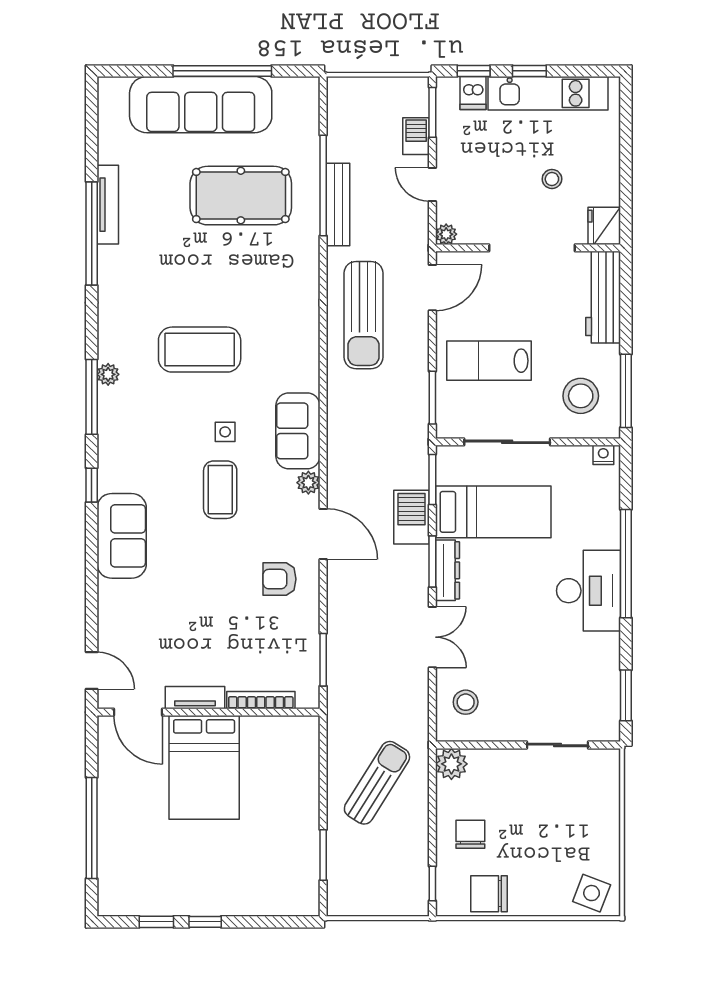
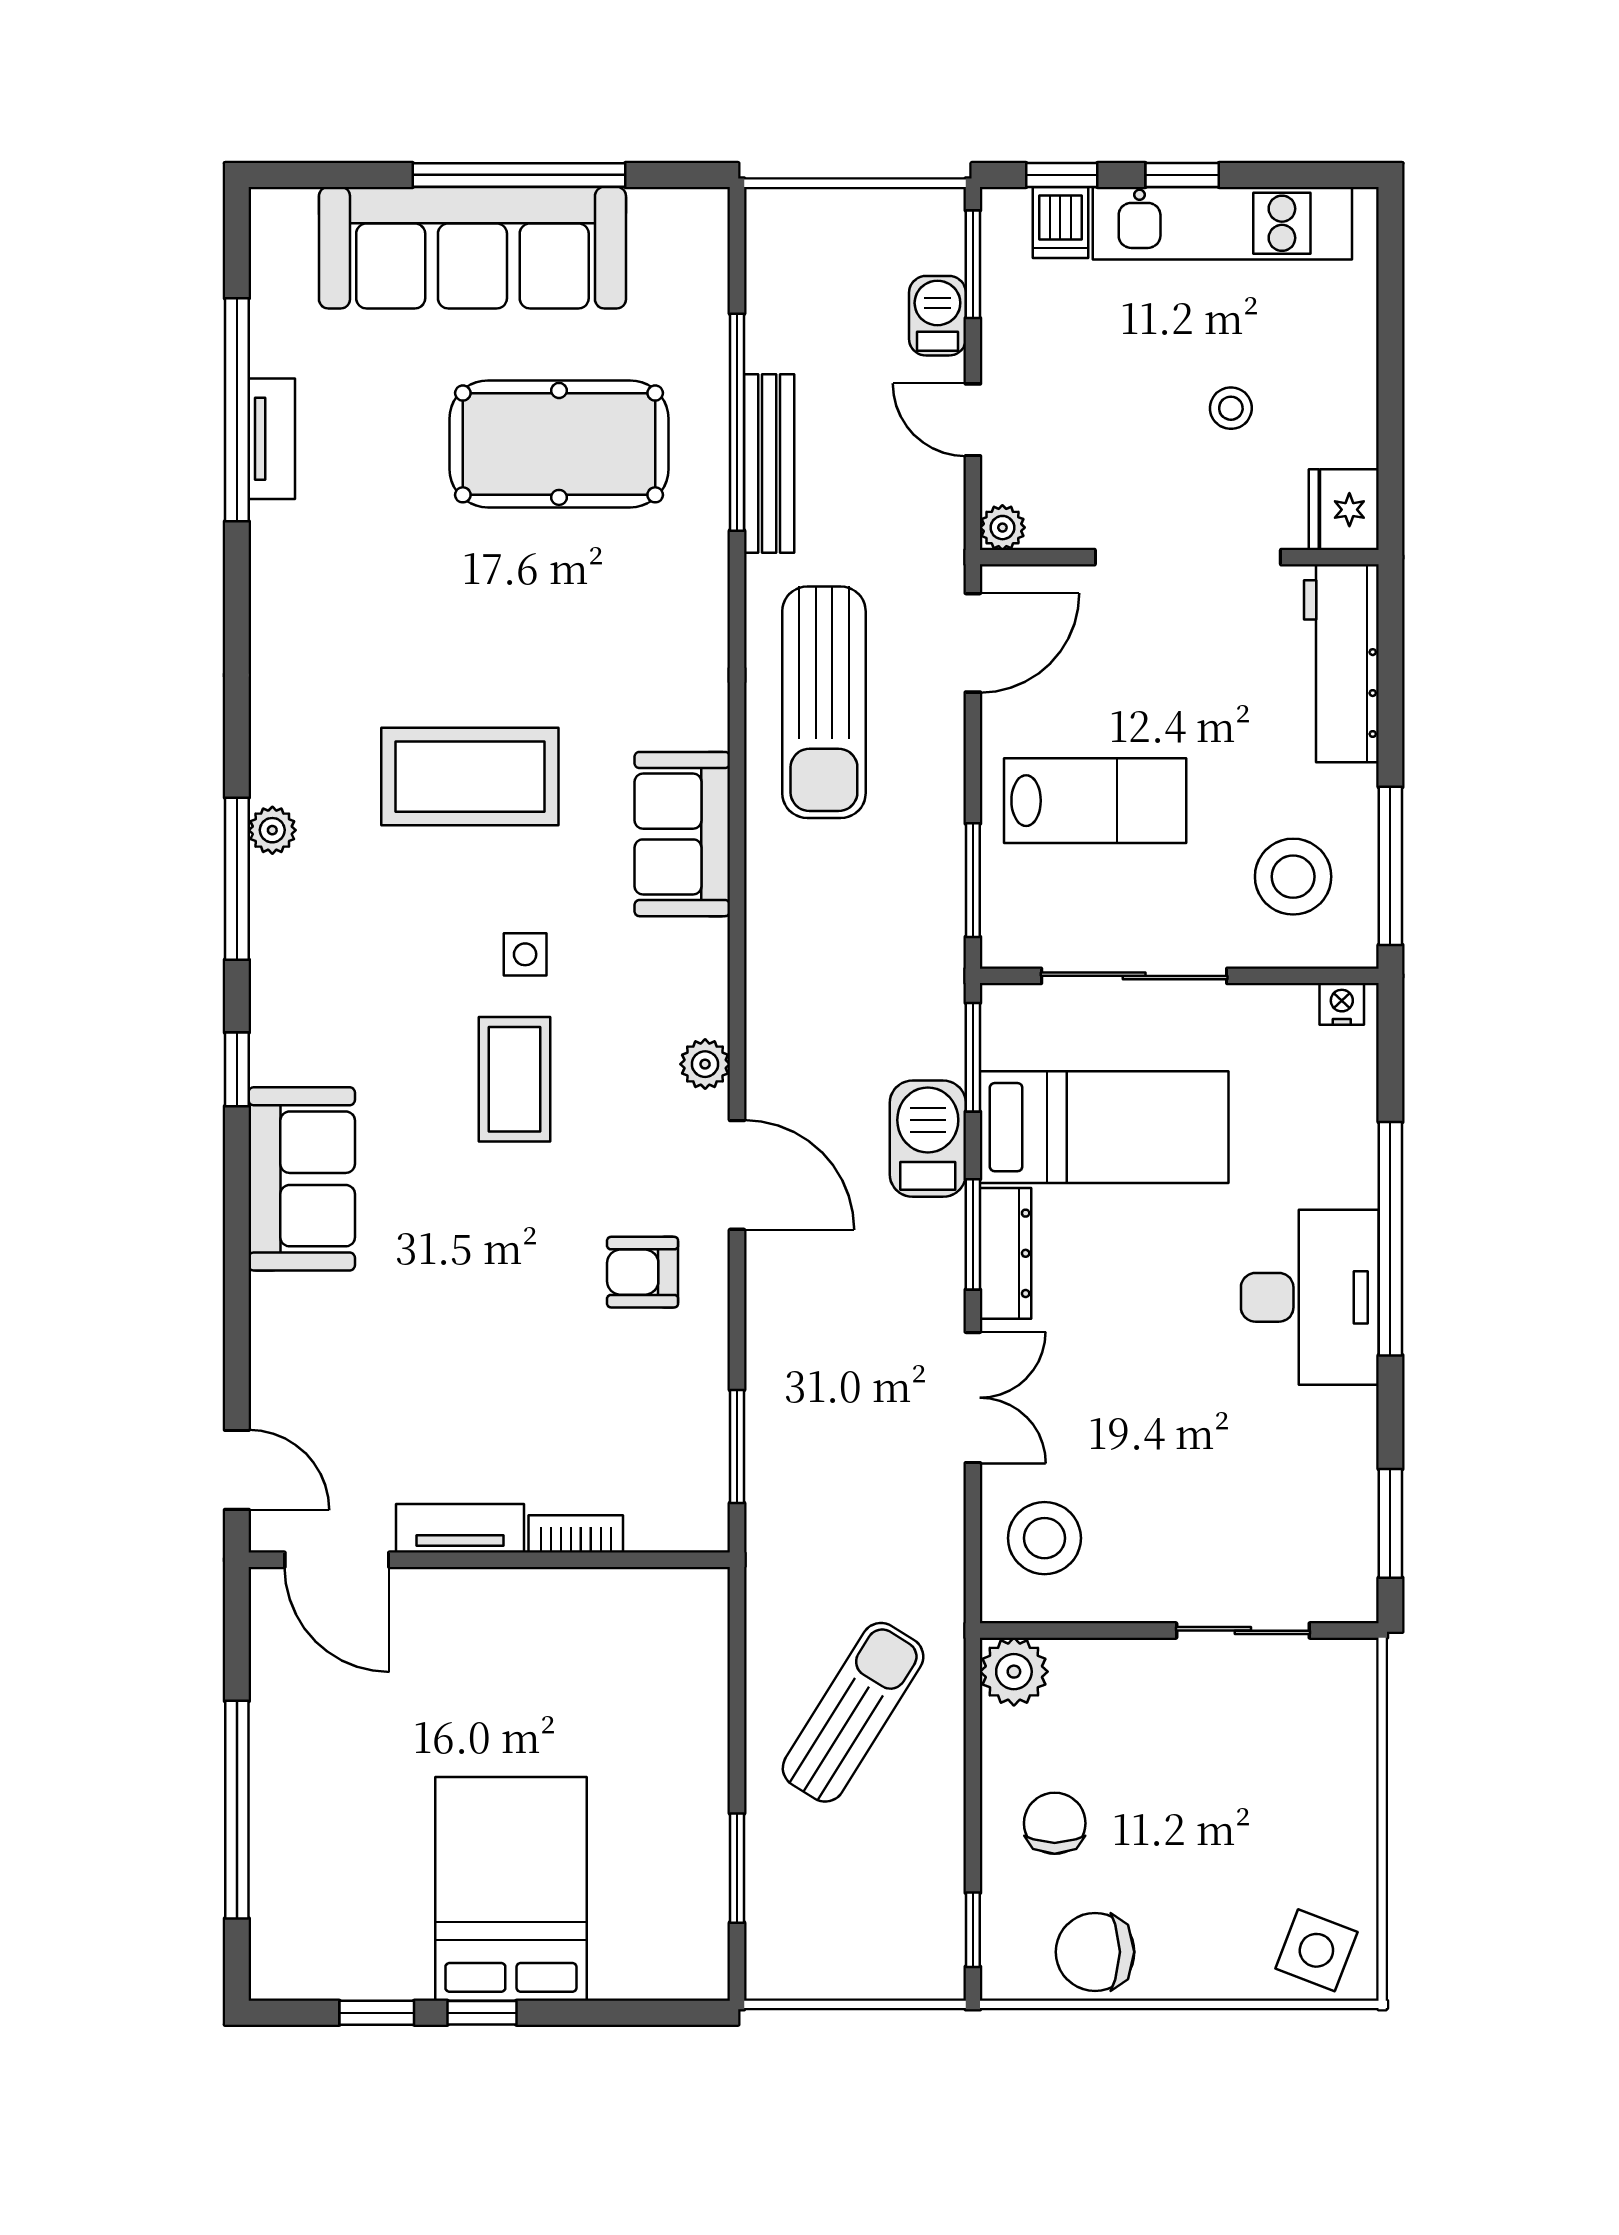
tv unit: (108, 205) -> (272, 439), width x0.71
window: (92, 234) -> (237, 410), moved
lab bench: (489, 361) -> (1095, 801), turned 180
sofa: (298, 431) -> (682, 834), moved
bookcase: (261, 700) -> (576, 1534), width x0.64
stool: (466, 702) -> (1044, 1538), width x1.38, depth x1.38
bed: (204, 767) -> (511, 1889), moved, turned 180

